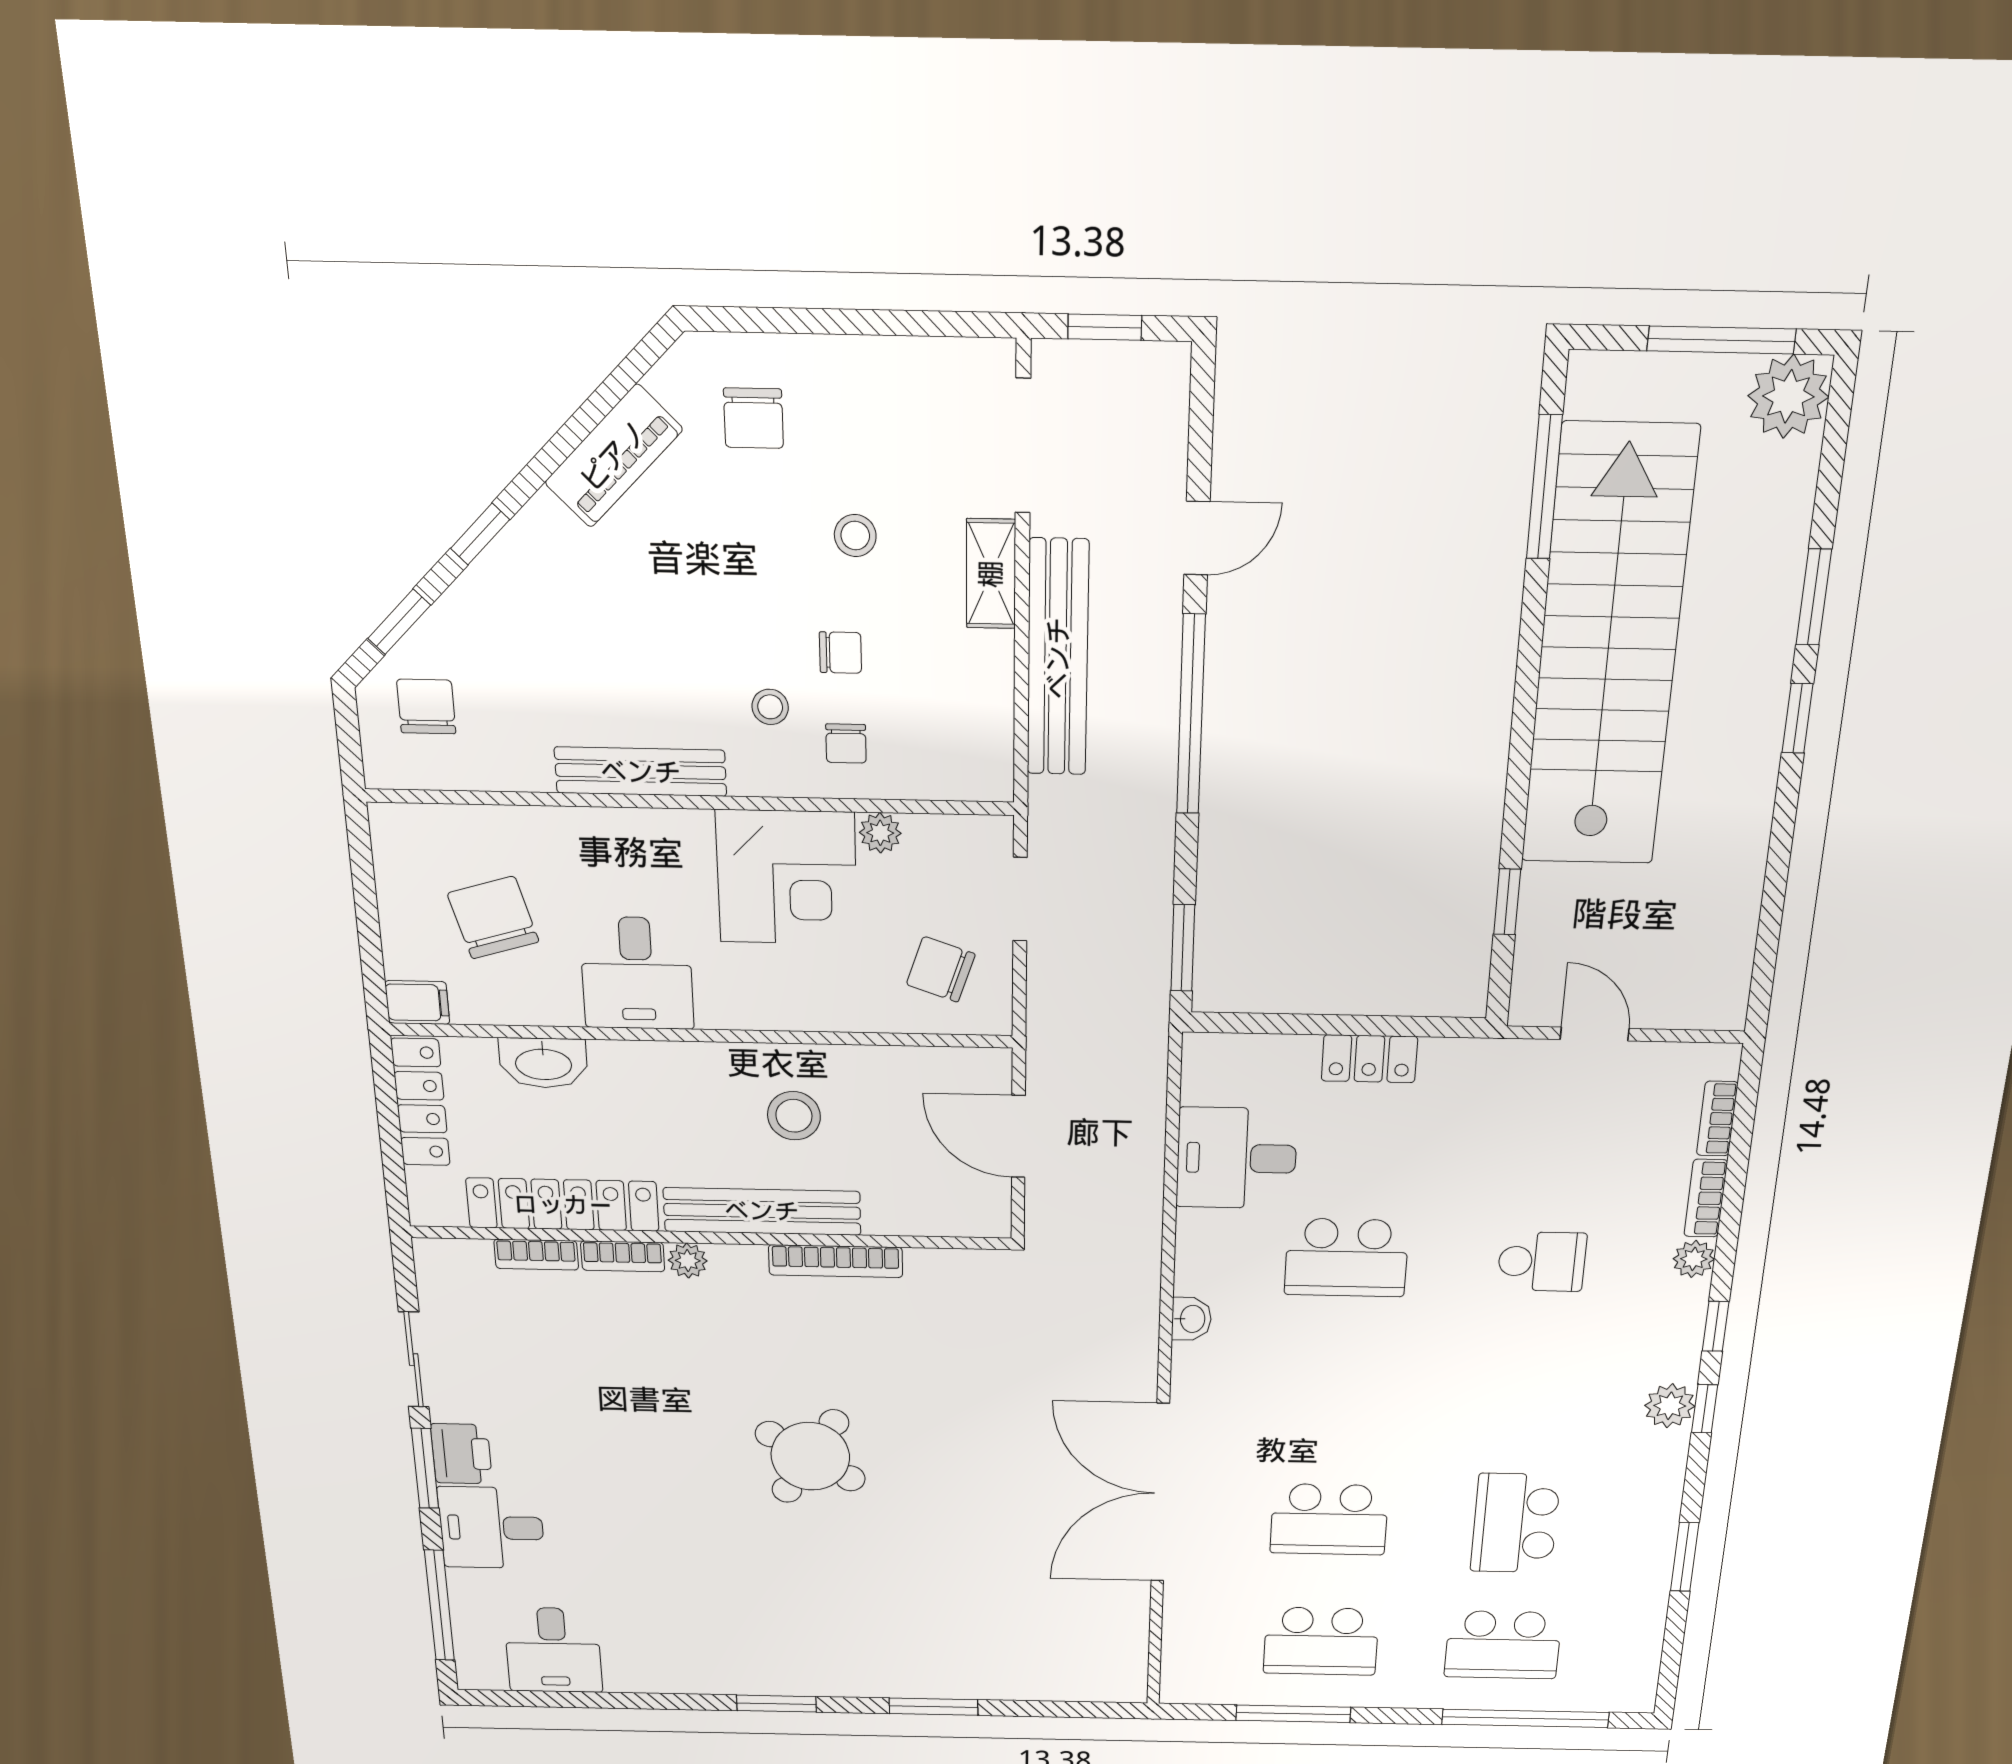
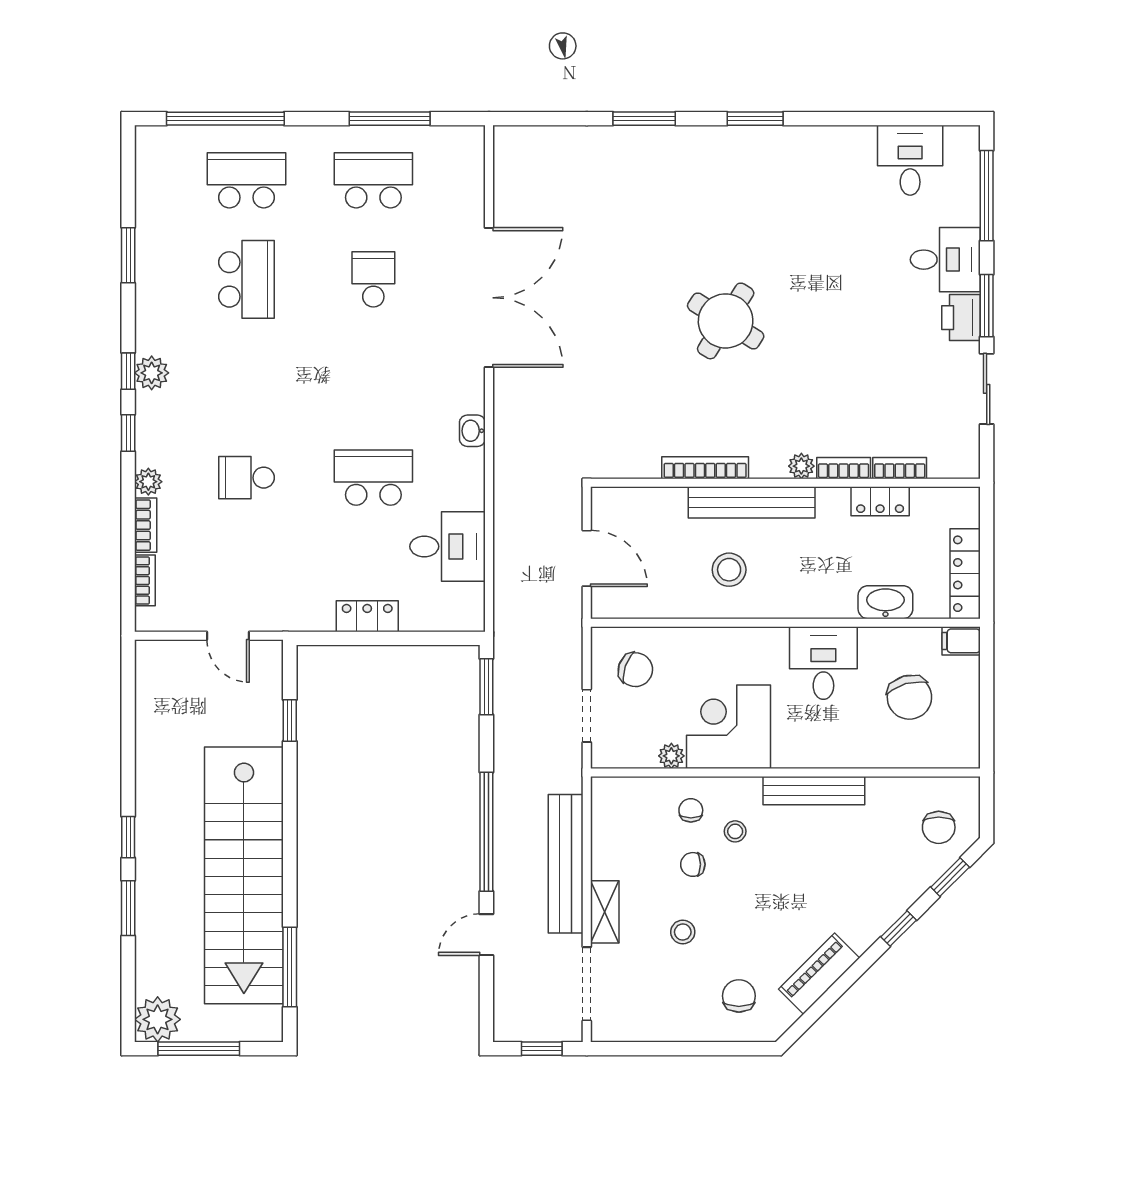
locker: (563, 1205) -> (880, 501), width x0.46, depth x0.83
school desk: (1329, 1519) -> (373, 279), width x0.54

